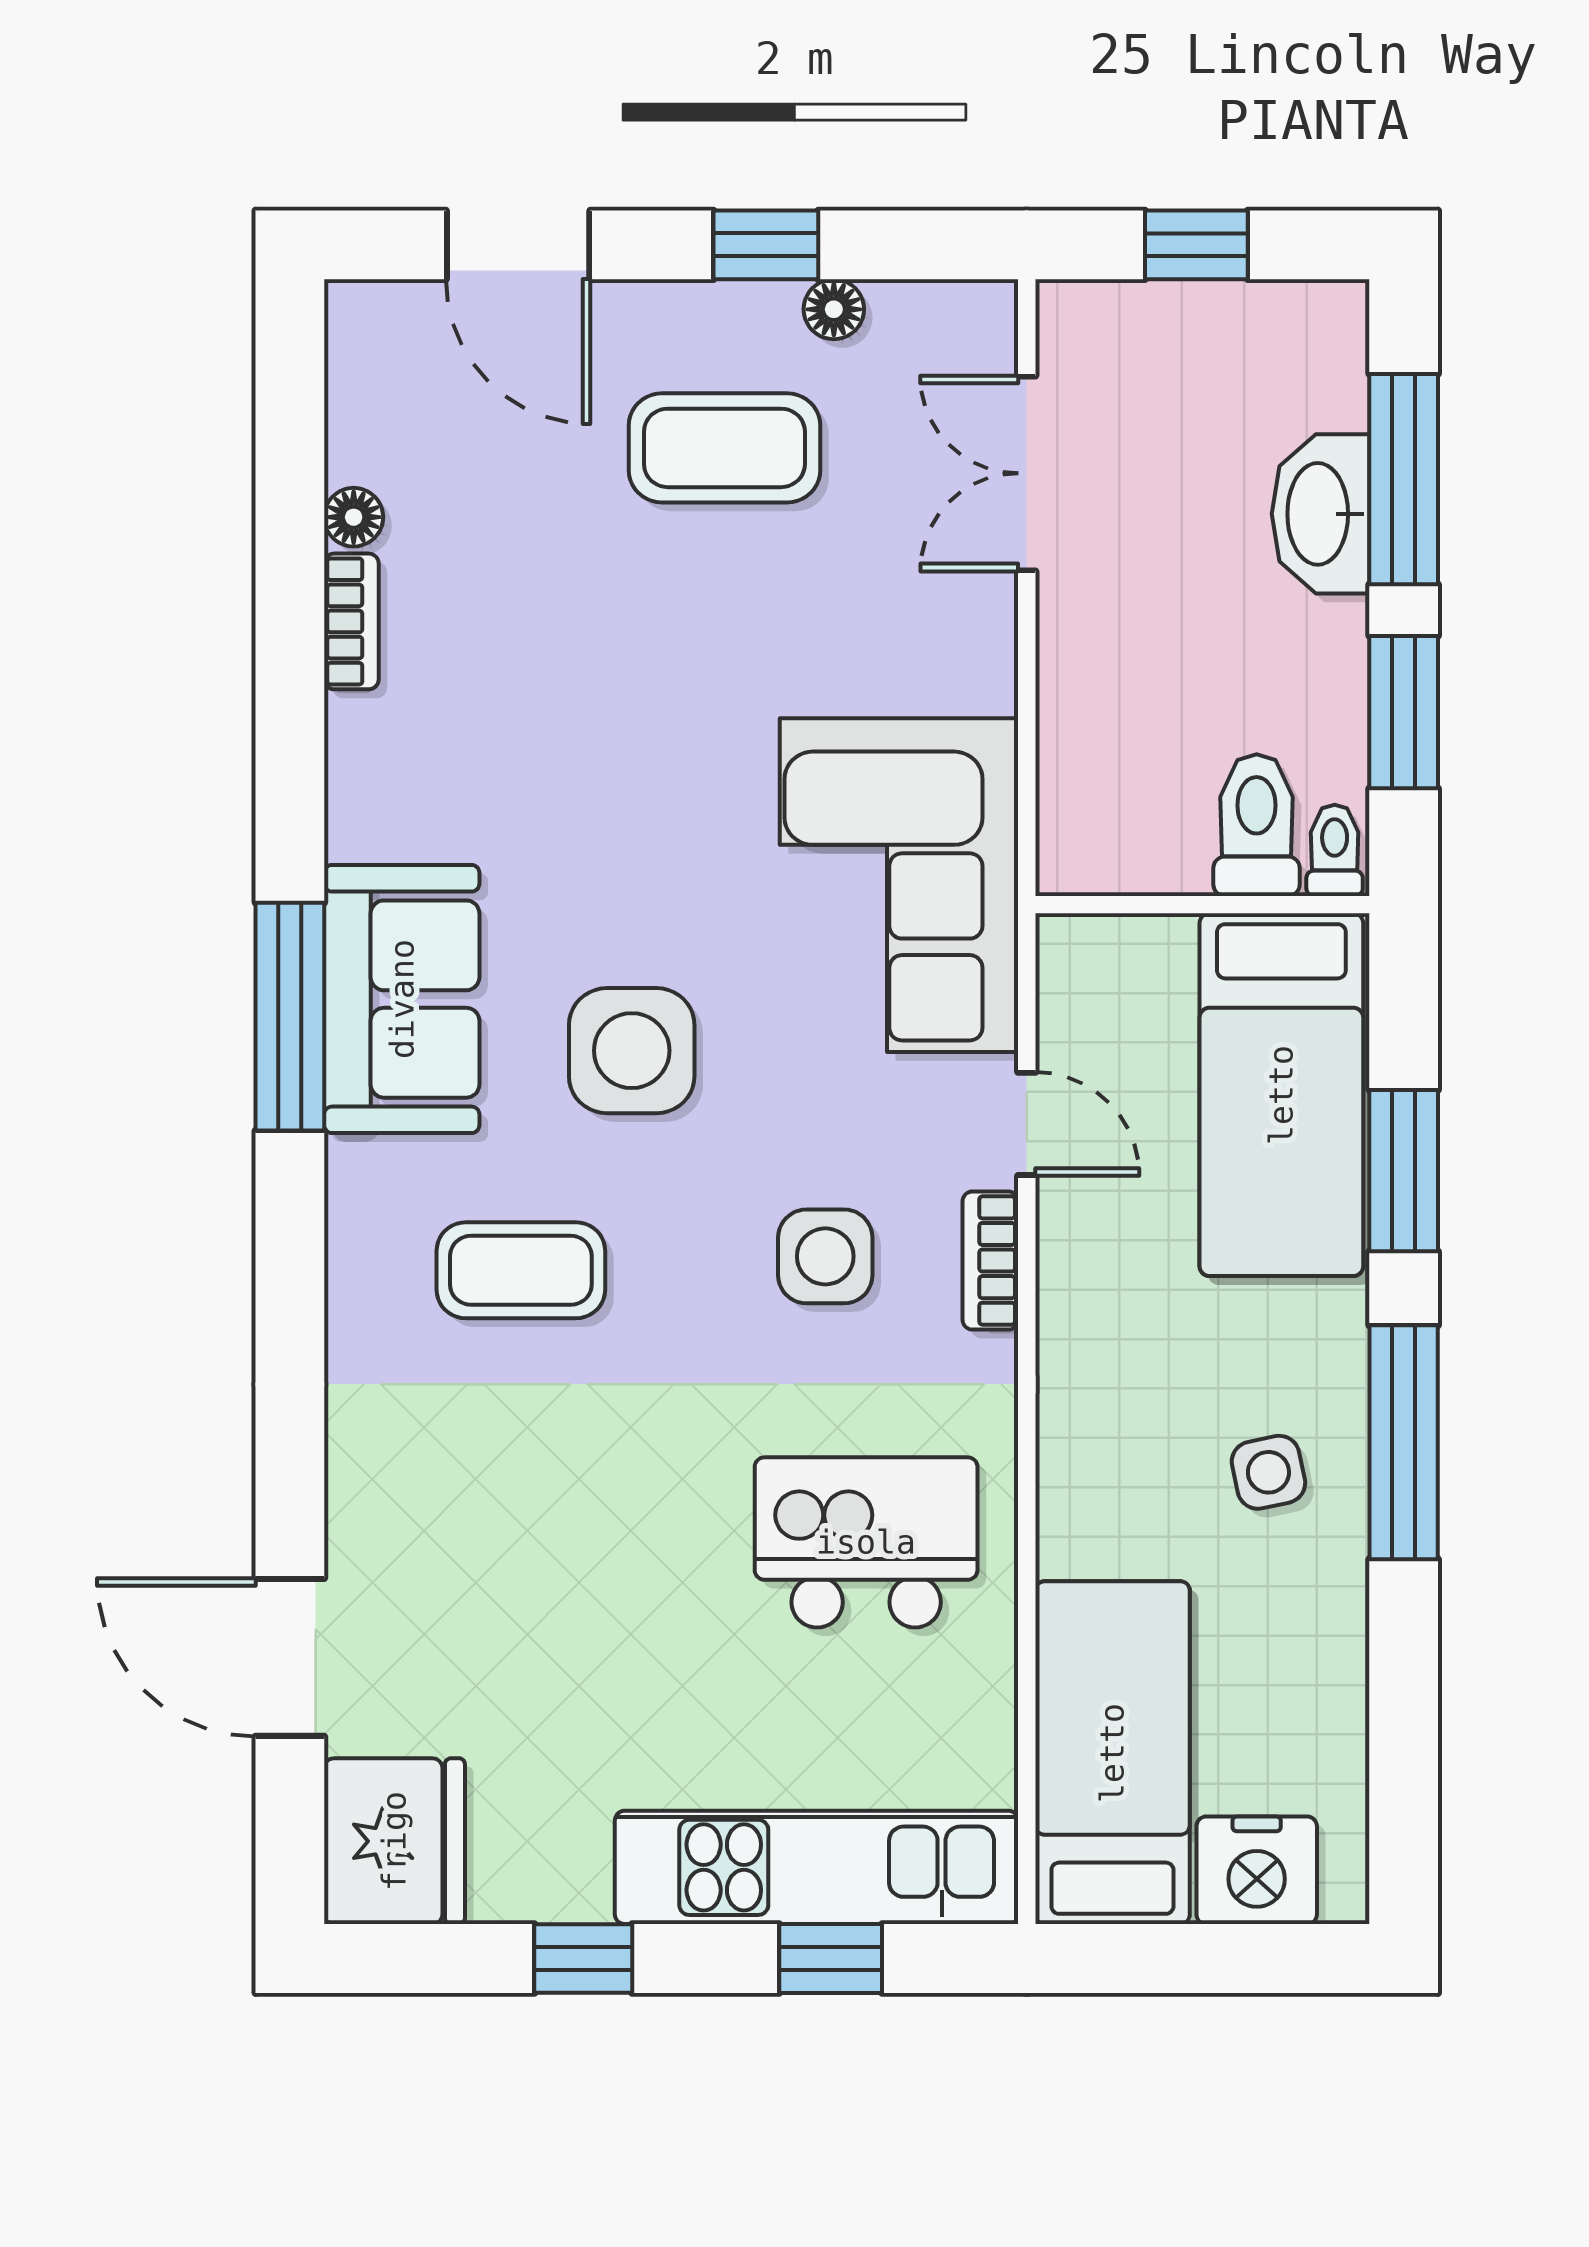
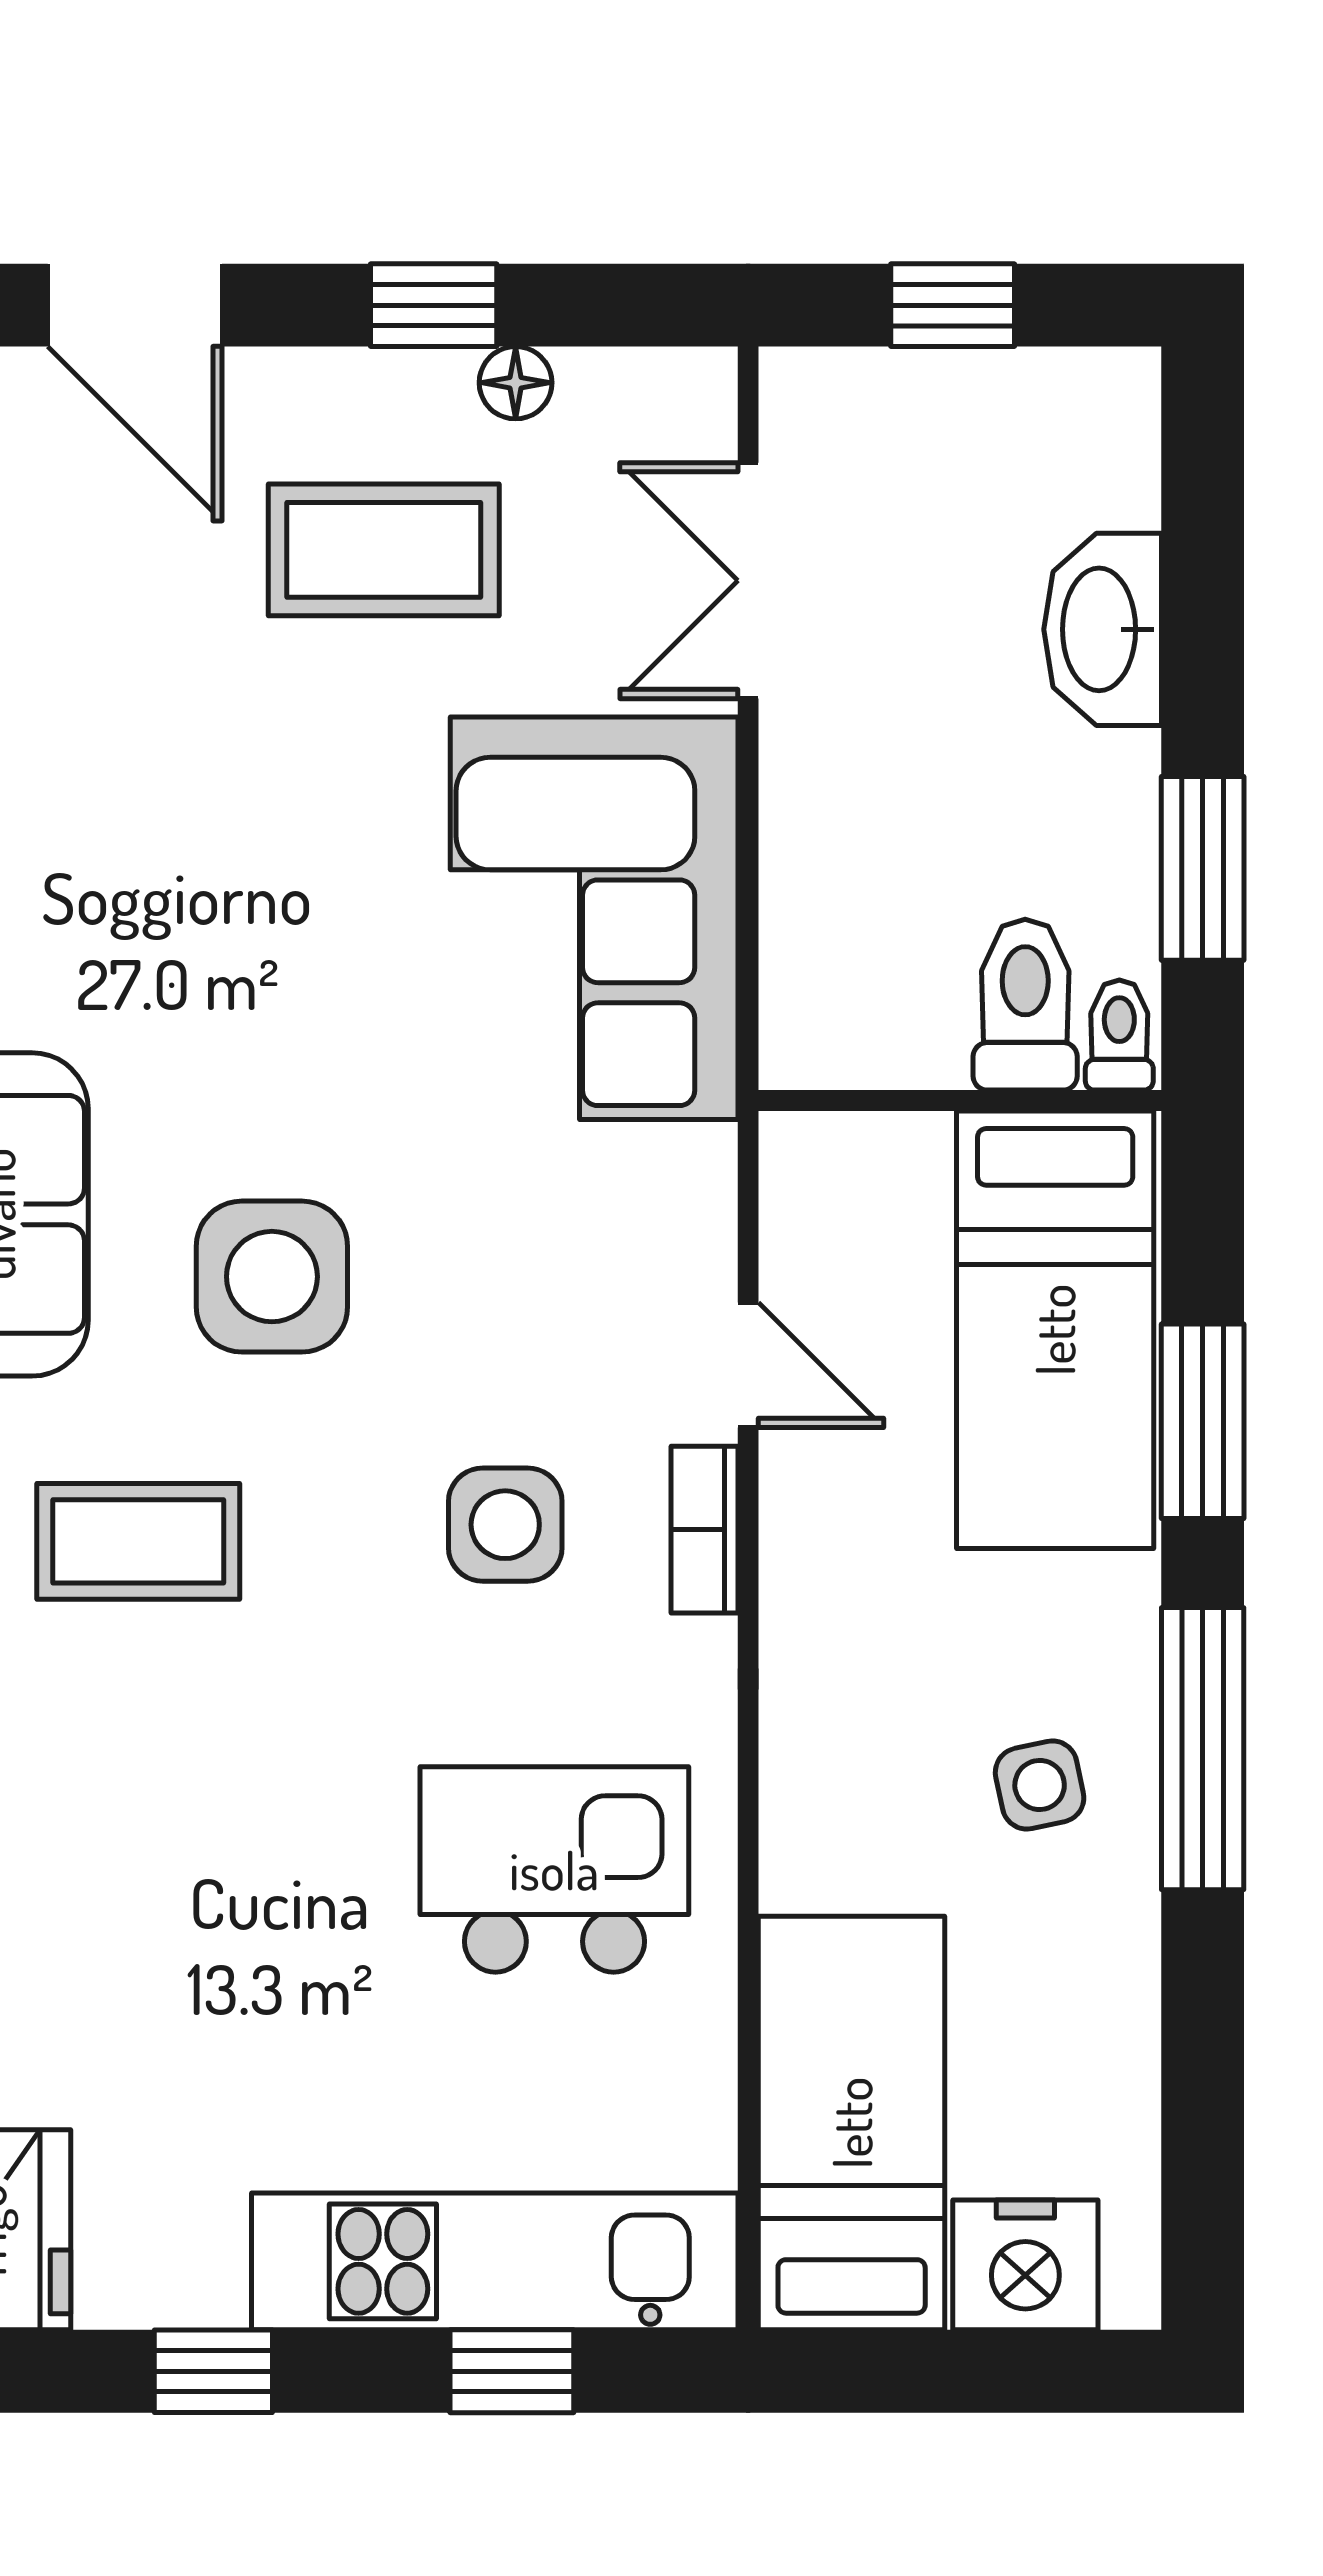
window: (1404, 479) -> (1203, 588), removed
corner sofa: (899, 885) -> (594, 918), moved

